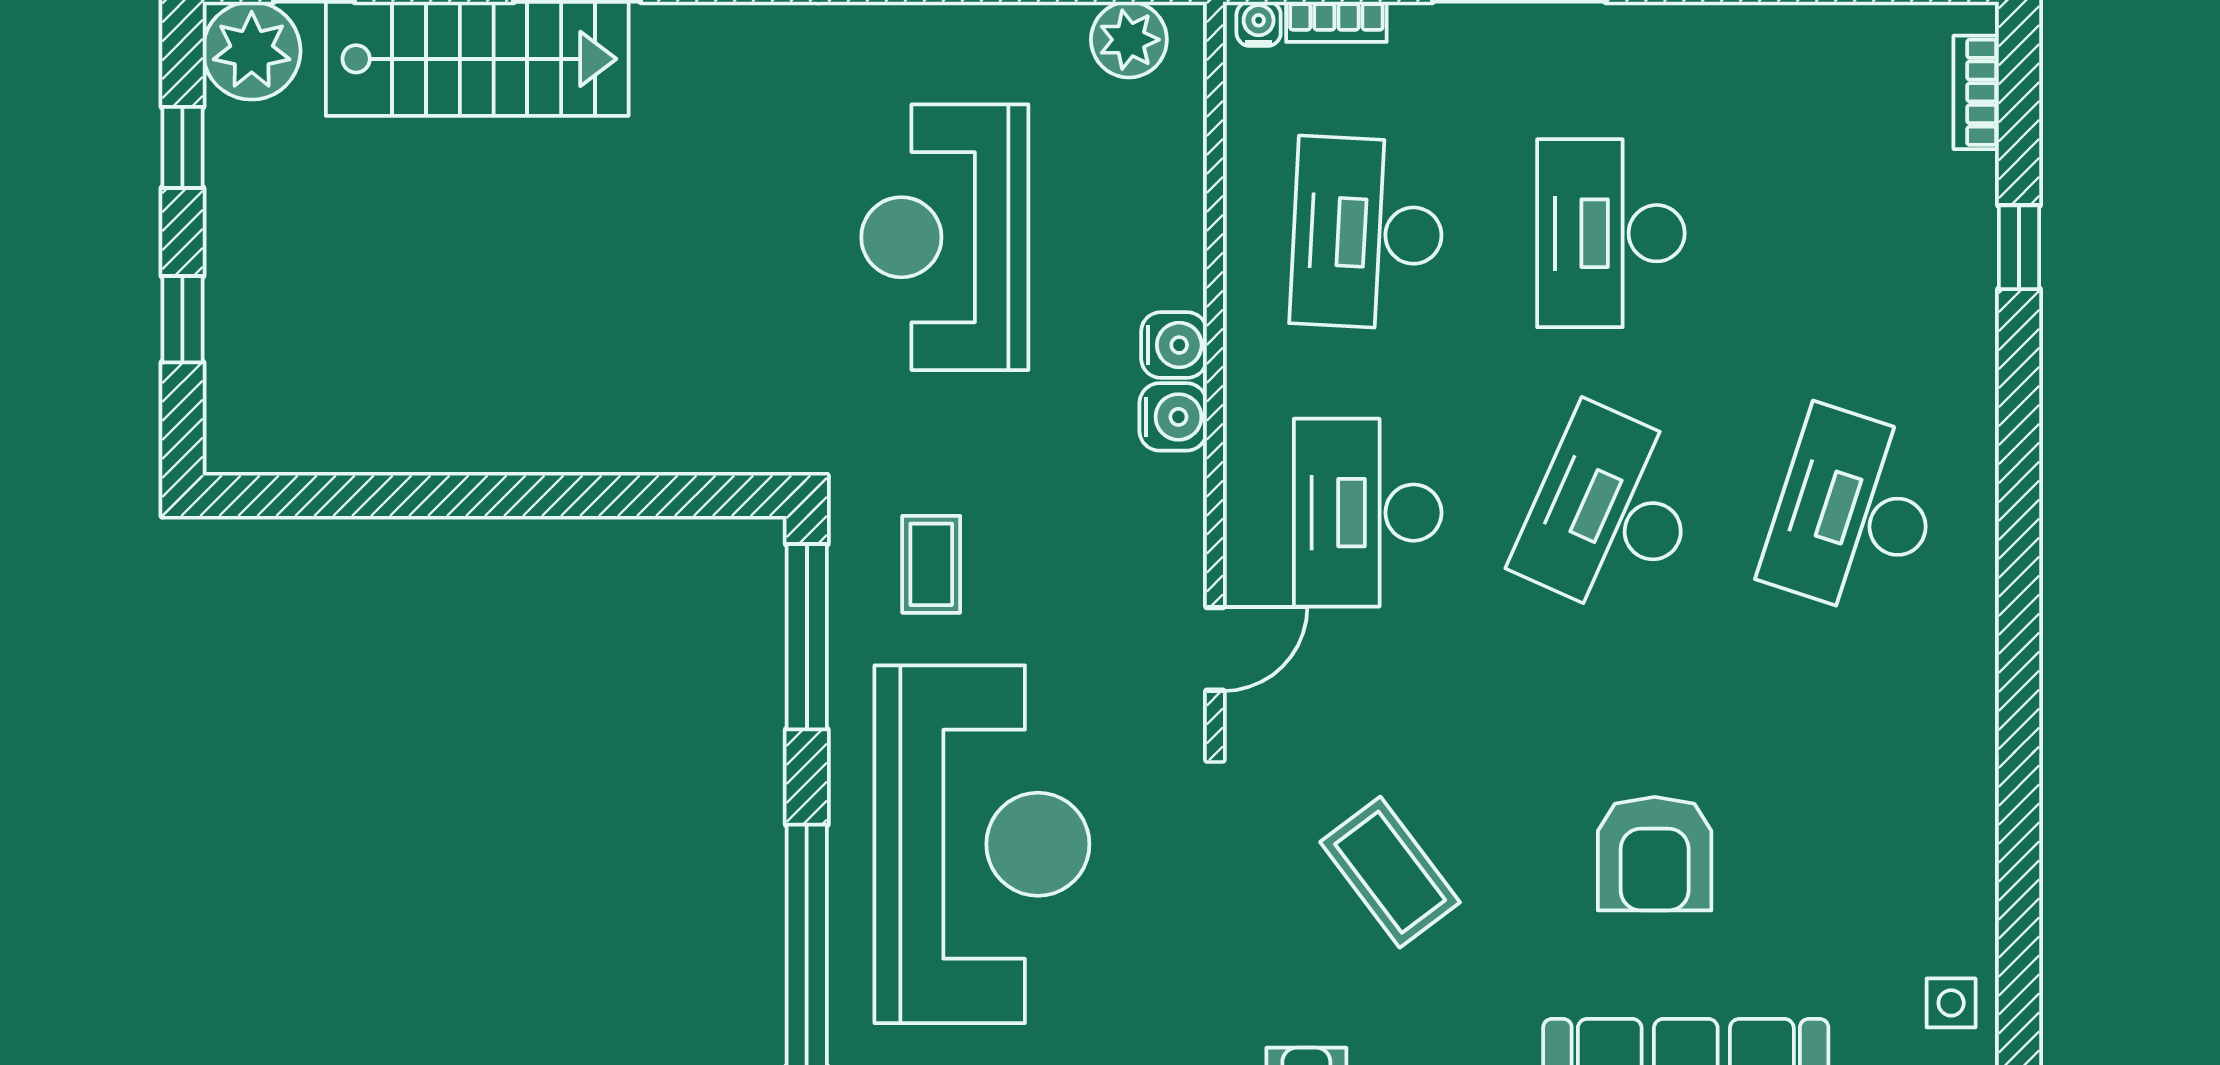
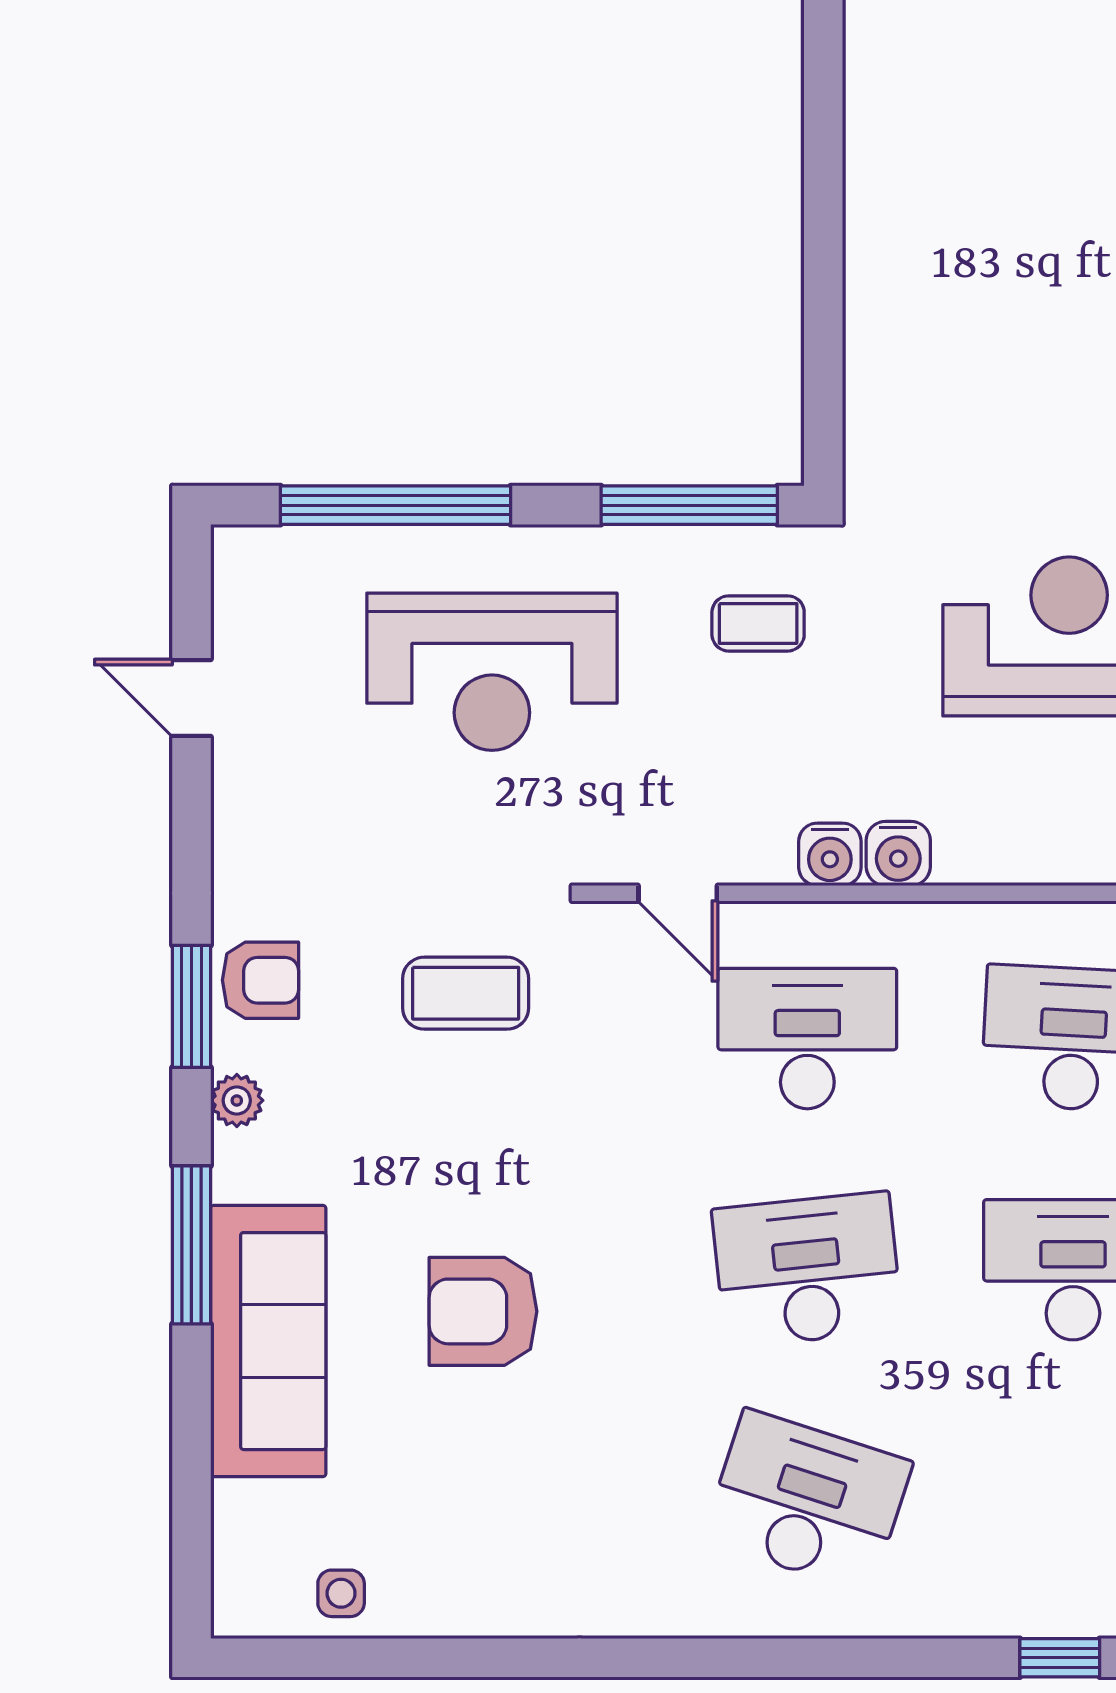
water cooler: (1174, 345) -> (830, 854), moved
desk: (1611, 513) -> (807, 1270), turned -30
reception desk: (982, 844) -> (492, 672), width x0.74, depth x0.77
coffee table: (1390, 872) -> (466, 993), moved, turned 37

